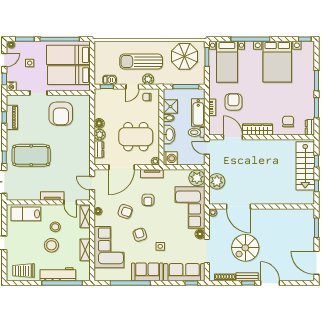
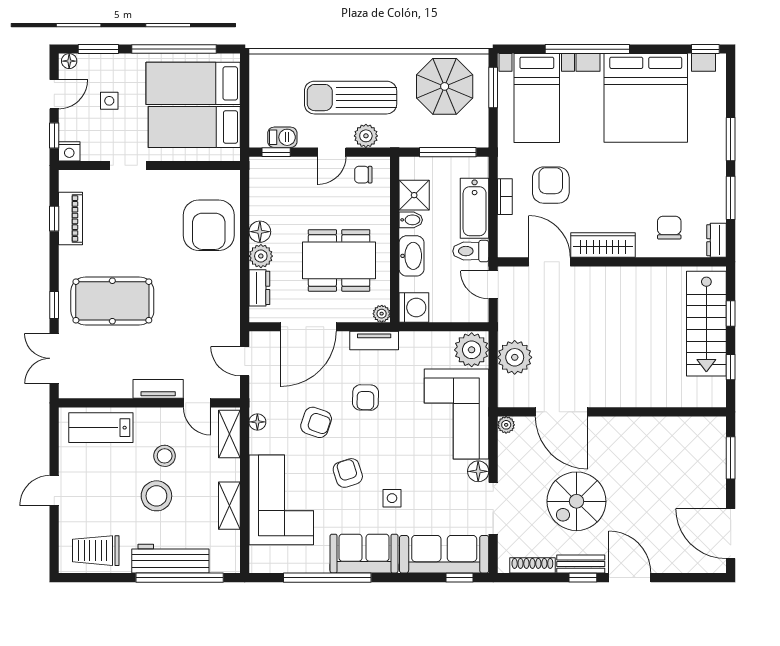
bed with nightstands: (277, 62) -> (646, 98), width x1.36
armchair: (61, 114) -> (209, 225), moved

